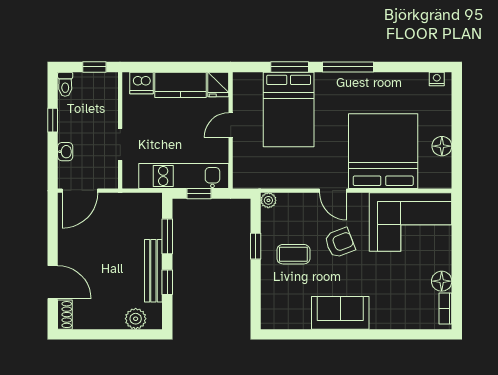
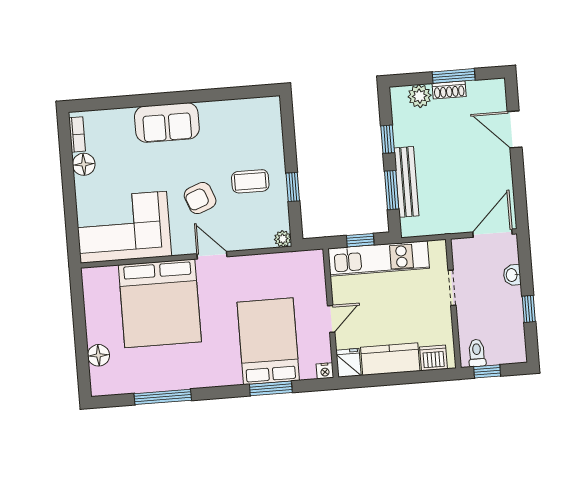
window: (348, 67) -> (163, 397), moved
nightstand: (437, 79) -> (325, 371), moved
toilet: (65, 84) -> (477, 353), moved
floor lamp: (442, 146) -> (98, 355), moved
bench: (153, 271) -> (406, 182), moved
sofa: (340, 313) -> (167, 123), moved
shoe rack: (65, 315) -> (449, 90), moved, turned -90
window: (104, 334) -> (454, 76), added

